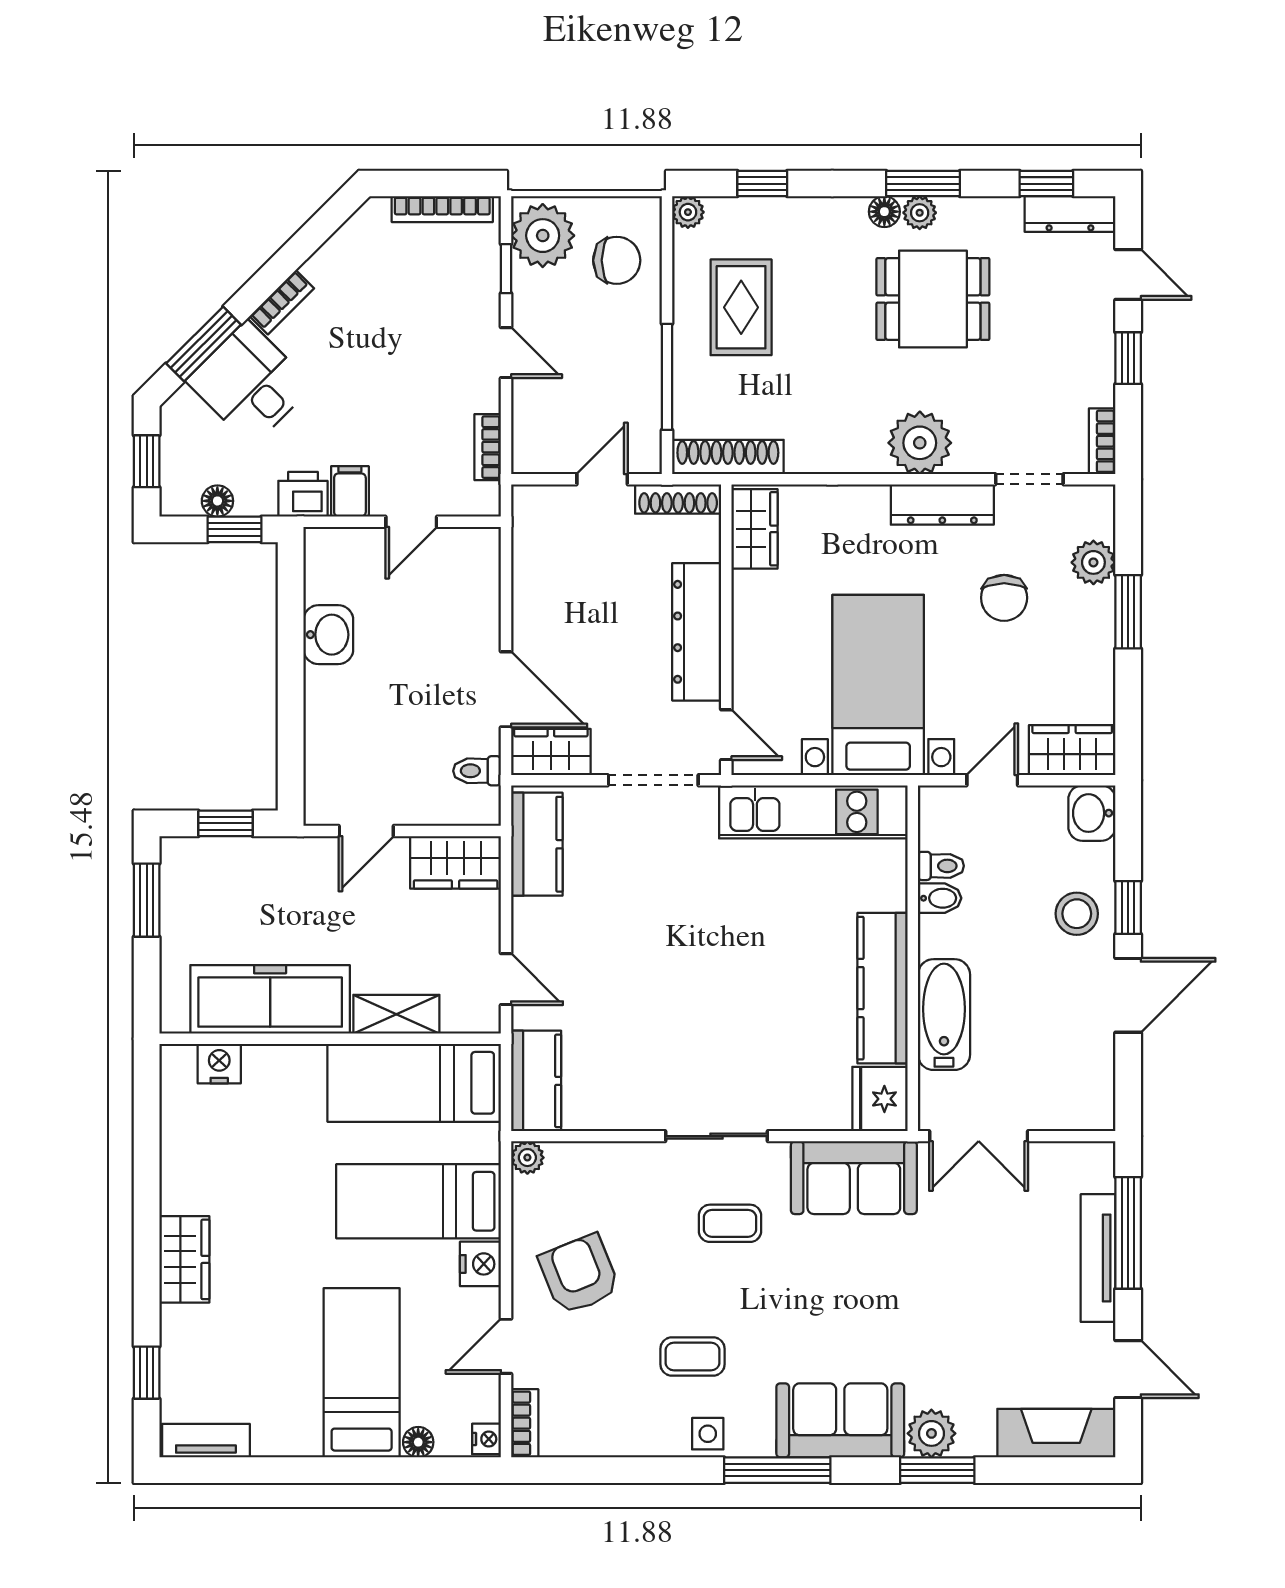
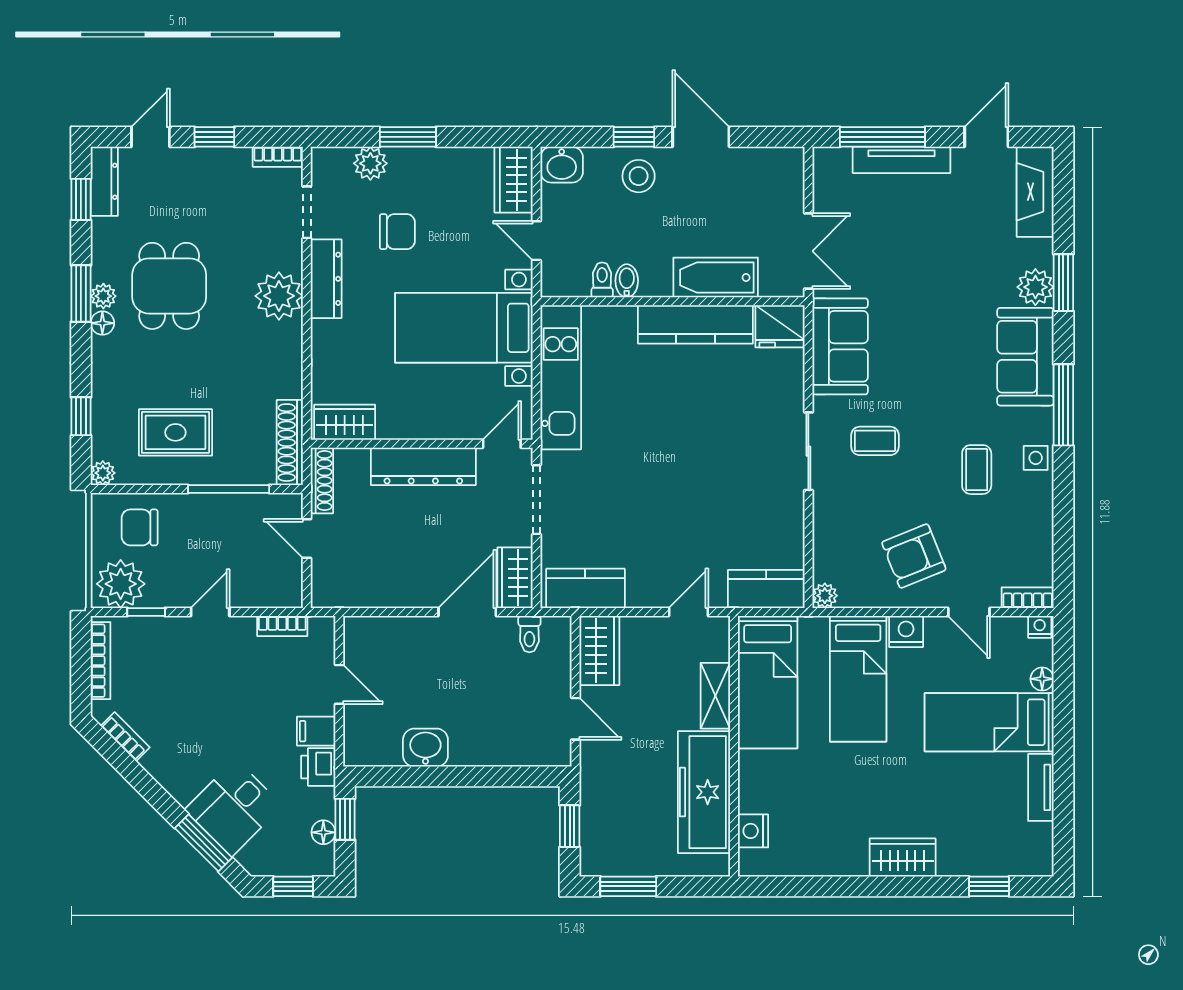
chair: (617, 260) -> (140, 527), turned -90
bookcase: (282, 302) -> (125, 737), moved
coffee table: (730, 1223) -> (875, 441), turned 90
tv unit: (206, 1441) -> (1041, 787), moved

